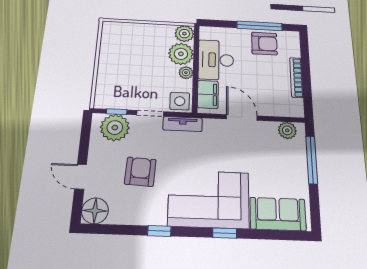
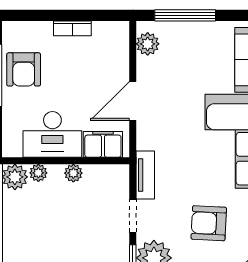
armchair: (264, 44) -> (24, 69), turned 180
plant: (181, 54) -> (38, 173), width x0.53, depth x0.53
bookcase: (296, 77) -> (72, 28), width x0.64
side table: (180, 101) -> (114, 180), removed

